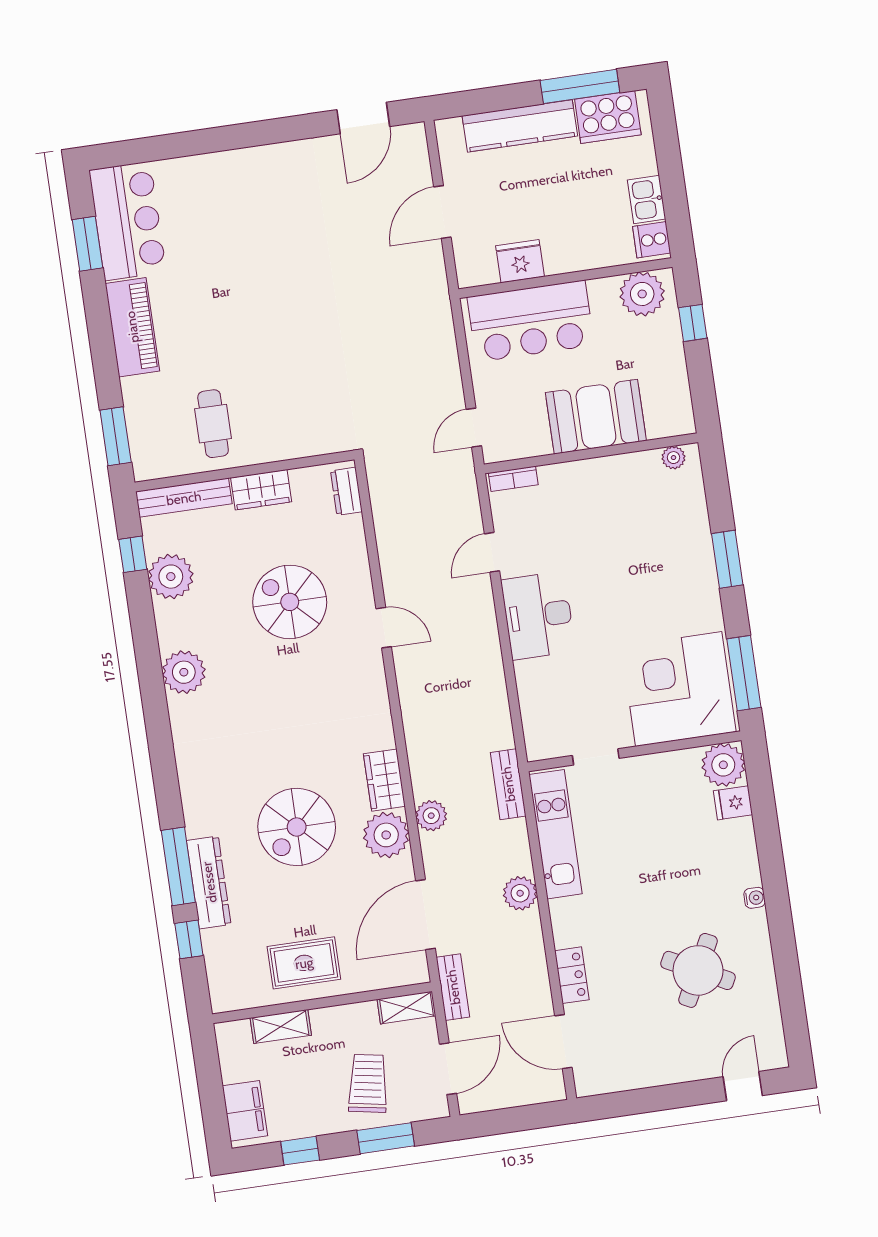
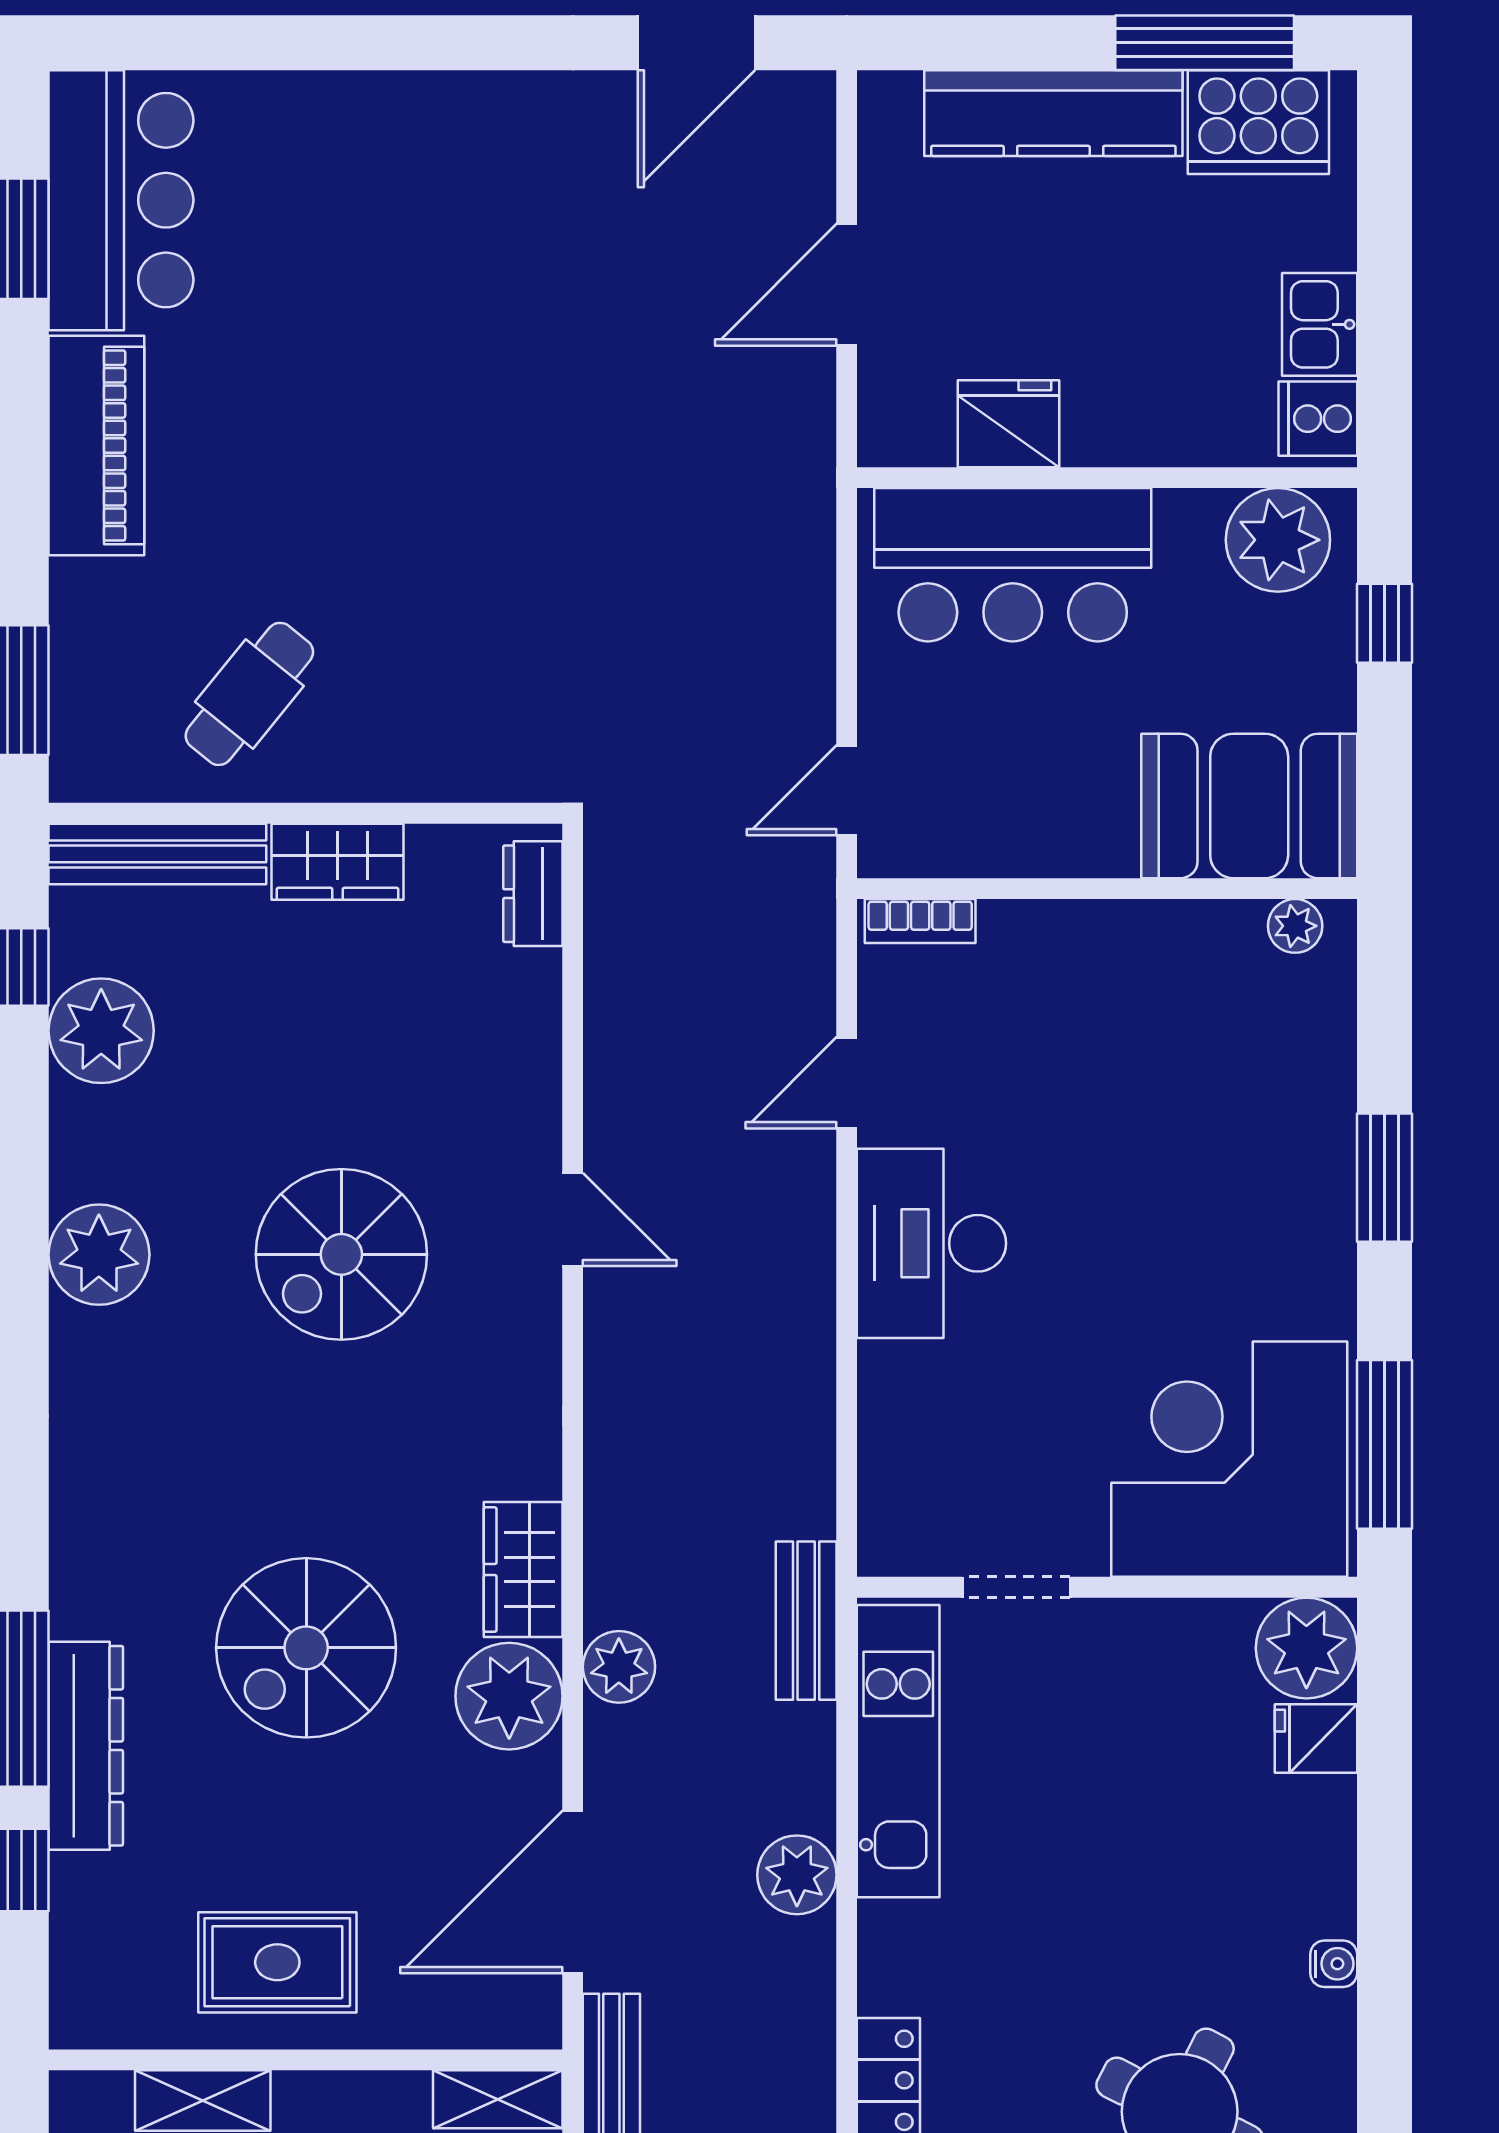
booth: (596, 417) -> (1249, 806), moved
cafe table: (213, 424) -> (249, 694), turned 39
spiral stairs: (290, 602) -> (341, 1254), moved, turned -90

